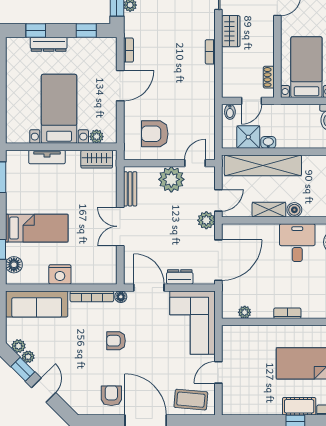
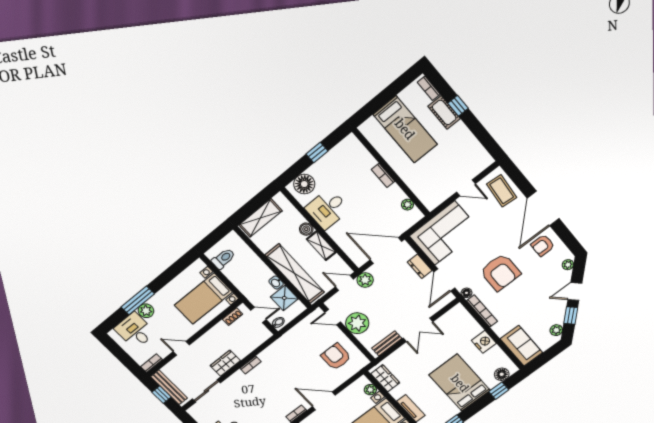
armchair: (155, 134) -> (336, 357), turned 180
bed: (37, 228) -> (460, 383), width x1.50
sofa: (37, 304) -> (521, 346), width x0.73
armchair: (116, 341) -> (500, 272), width x1.88, depth x1.88
plant: (28, 357) -> (568, 265), moved

